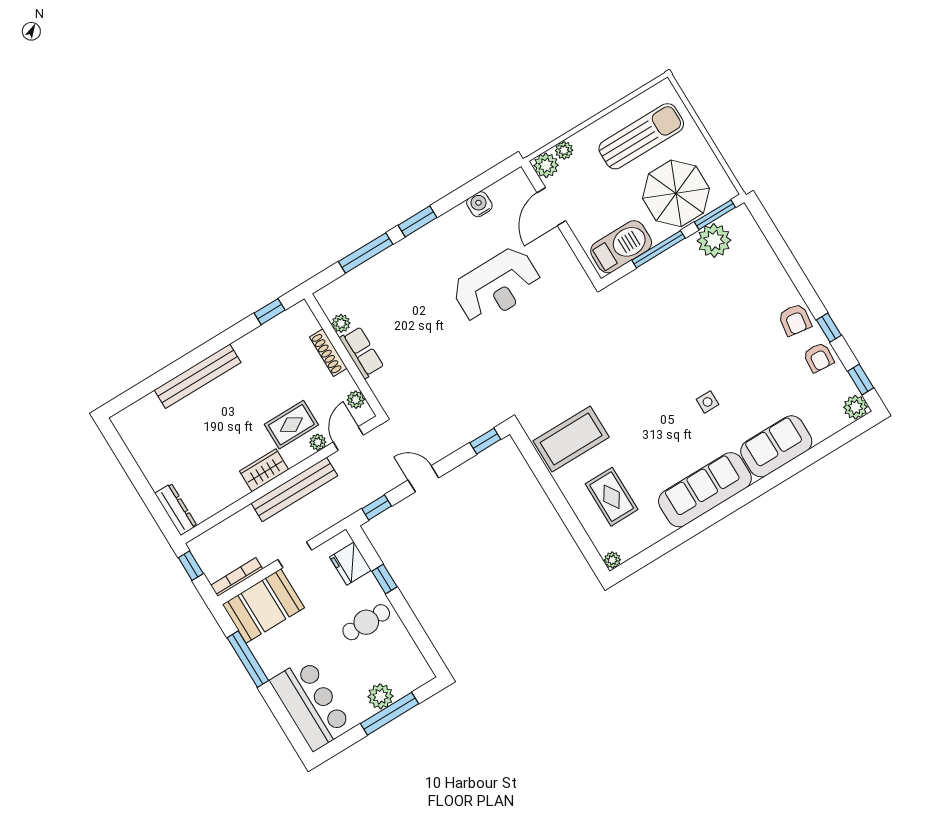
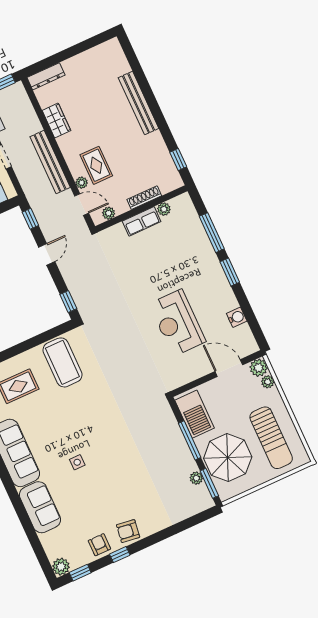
plant: (714, 240) -> (196, 478), width x0.53, depth x0.53
armchair: (819, 357) -> (99, 545), turned 86
wardrobe: (264, 470) -> (56, 120), moved

